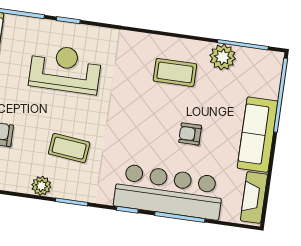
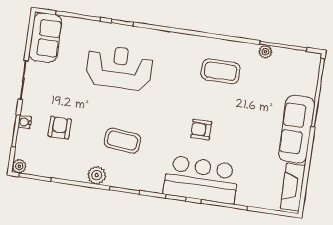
plant: (223, 57) -> (265, 52), width x0.53, depth x0.53
armchair: (190, 134) -> (201, 129), moved
bar counter: (169, 192) -> (201, 179), width x0.73

